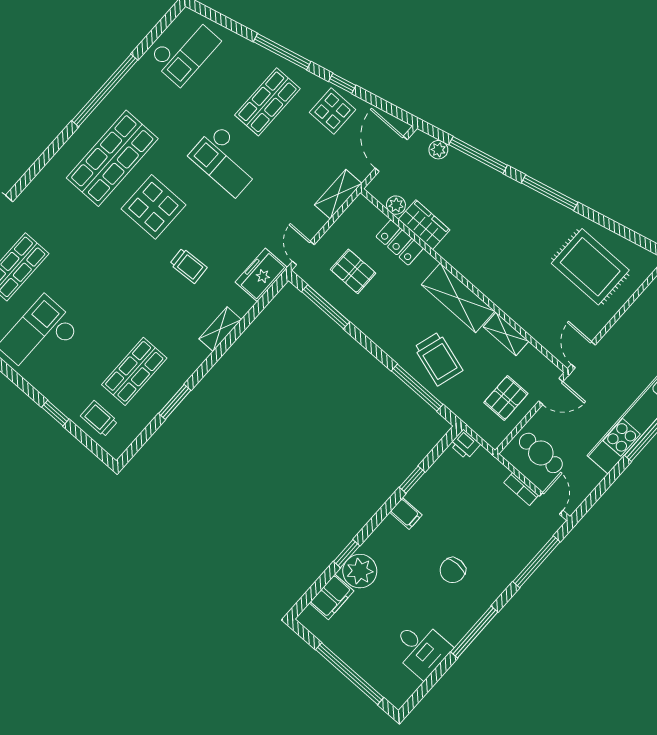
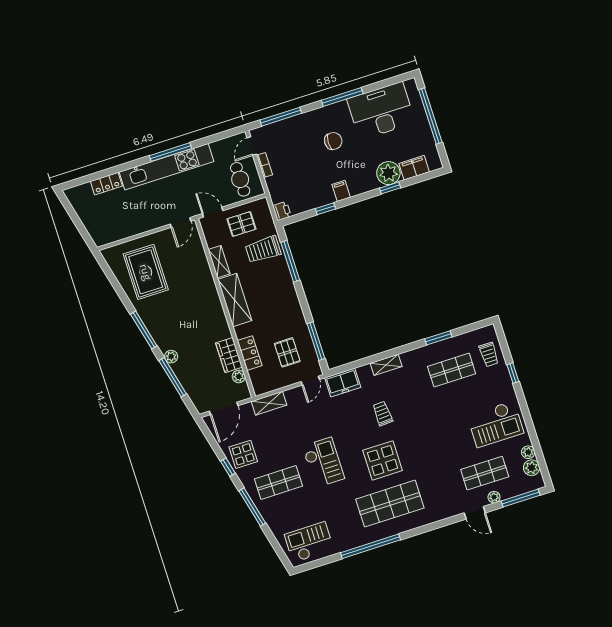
plant: (438, 150) -> (171, 357), moved
trolley: (438, 359) -> (263, 249), moved, turned -107
desk: (421, 648) -> (381, 111), width x1.87, depth x1.30

